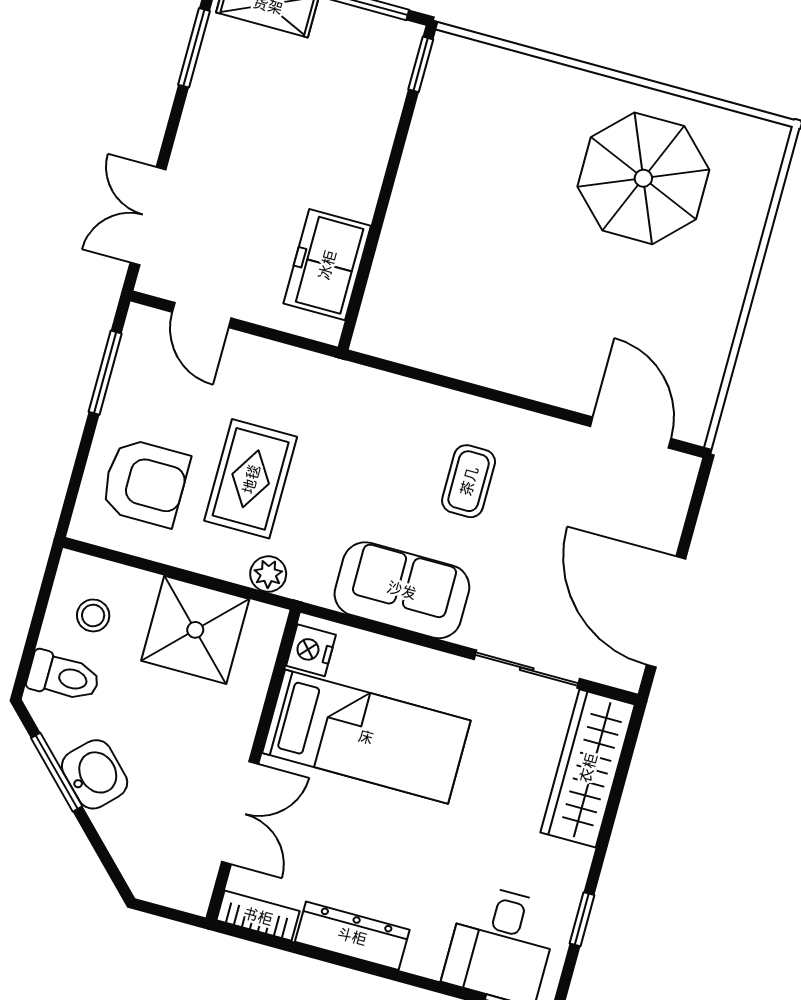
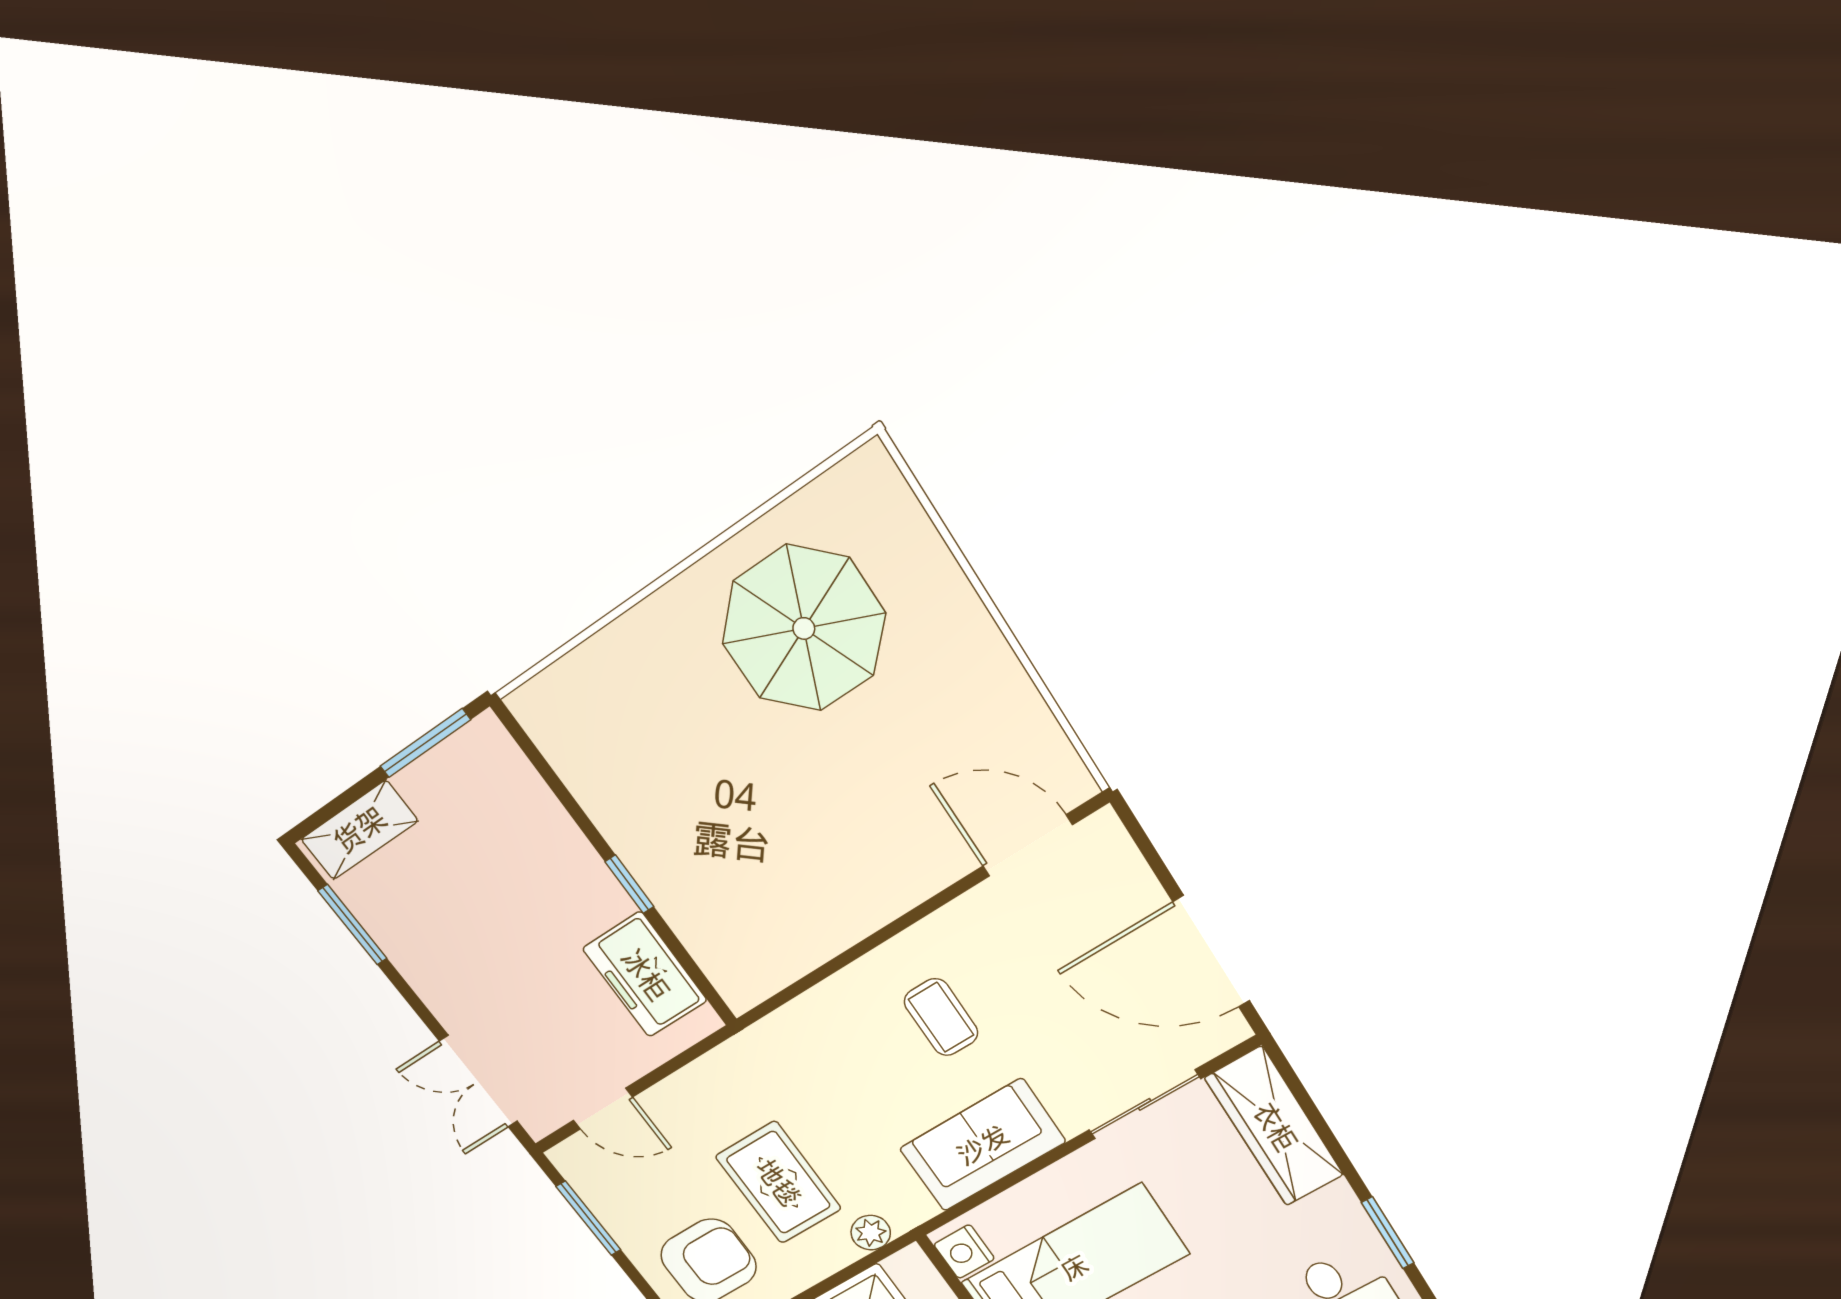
window: (421, 64) -> (629, 884), moved
window: (582, 919) -> (1388, 1233), width x1.50

